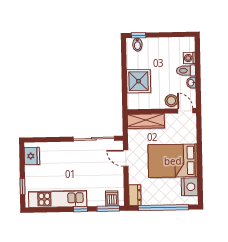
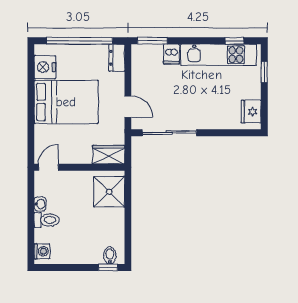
washing machine: (189, 58) -> (42, 251), moved
shower: (139, 81) -> (109, 192), moved
stool: (171, 101) -> (67, 181), removed
door: (185, 111) -> (48, 167), swing flipped
wardrobe: (146, 121) -> (109, 155), width x0.67
dishwasher: (112, 198) -> (171, 54), moved
window: (81, 209) -> (234, 41), moved

